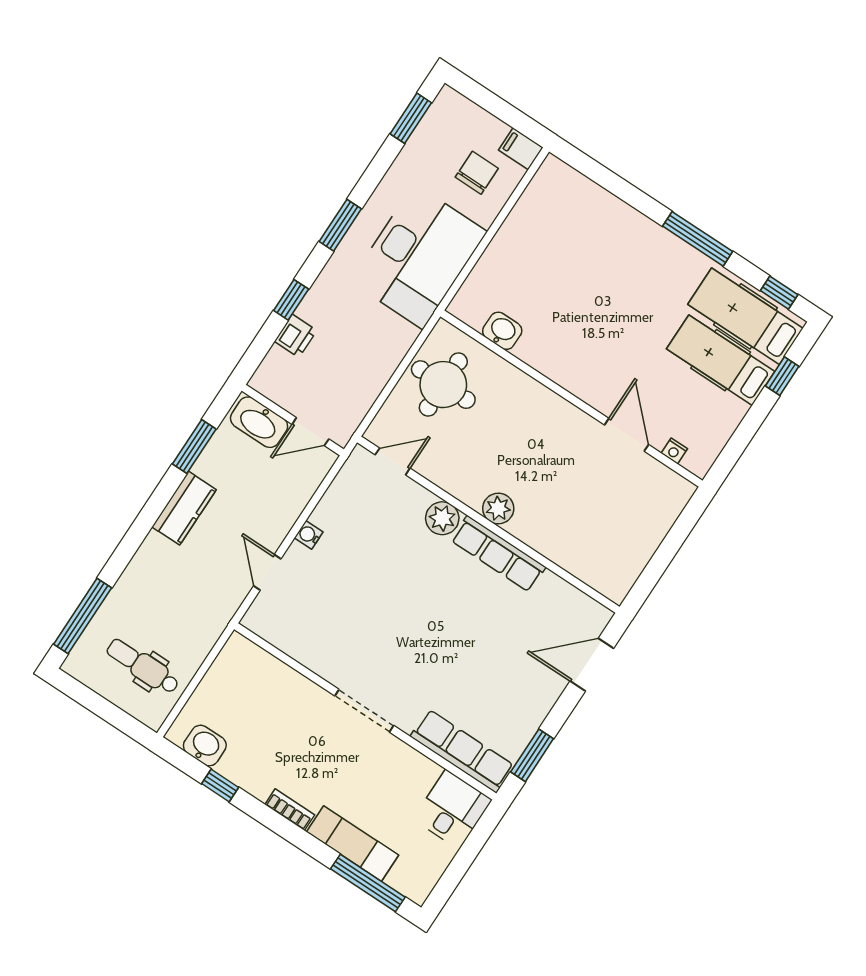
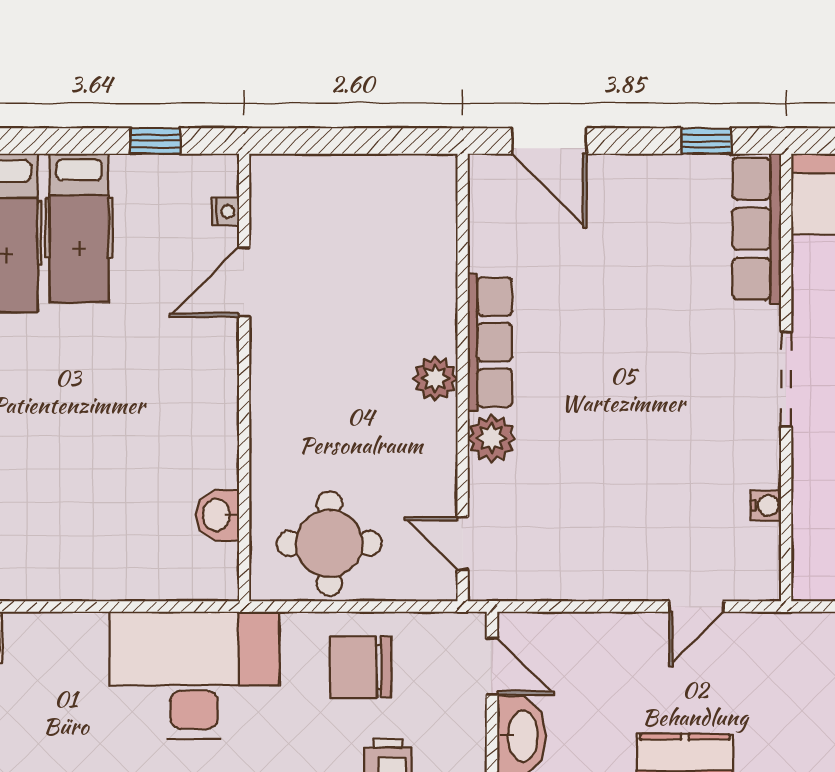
chair: (477, 173) -> (361, 667), moved, width x1.37, depth x1.37
window: (782, 376) -> (155, 141), moved
water cooler: (309, 535) -> (766, 505), moved, turned -90
window: (532, 755) -> (706, 141), width x0.67

